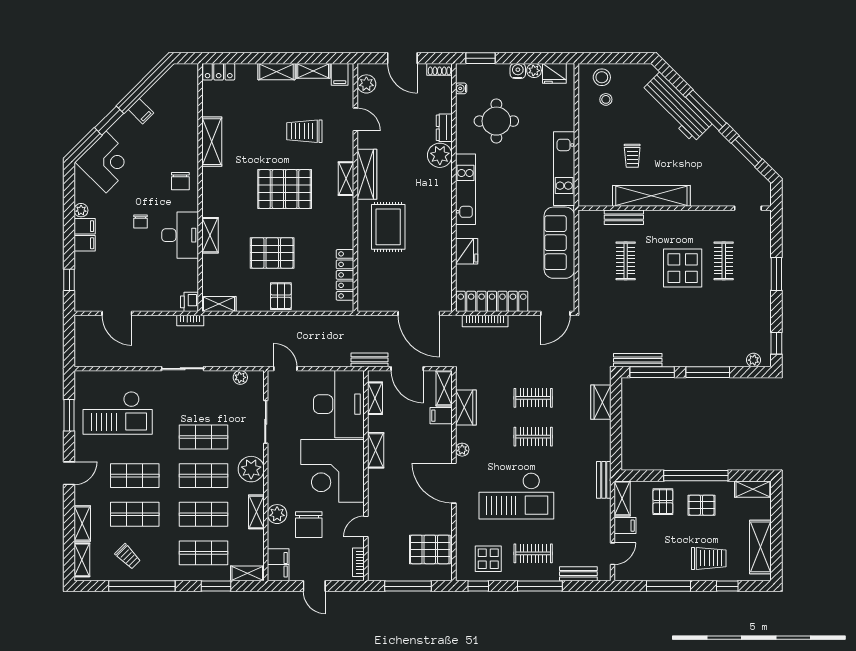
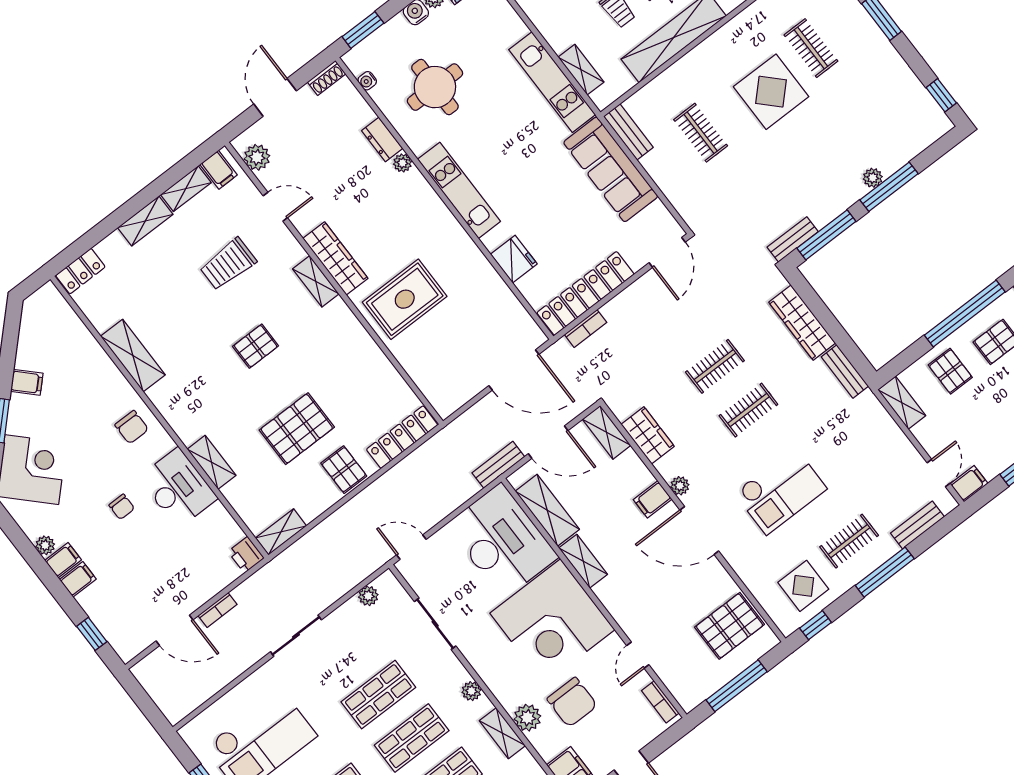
door: (402, 58) -> (275, 97), swing flipped
plant: (440, 155) -> (402, 163), width x0.53, depth x0.53
shelving: (586, 174) -> (581, 70), added
pallet: (285, 189) -> (256, 346), width x0.49, depth x0.50
bench: (624, 217) -> (628, 132), moved, turned 90
rug: (388, 227) -> (405, 299), turned 90
locker: (345, 275) -> (402, 437), moved, turned 90
bookcase: (190, 321) -> (218, 610), moved
bookcase: (485, 321) -> (586, 328), width x0.64
bench: (638, 360) -> (793, 239), width x0.73
plant: (754, 360) -> (873, 178), moved
shelving: (375, 398) -> (547, 510), width x1.50, depth x1.33
wardrobe: (601, 402) -> (802, 323), width x1.50
filing cabinet: (441, 416) -> (653, 499), moved
plant: (251, 469) -> (471, 691), width x0.53, depth x0.53
bench: (604, 480) -> (845, 371), moved
checkout: (516, 496) -> (780, 491), width x0.73, depth x0.83
filing cabinet: (625, 526) -> (969, 484), moved

